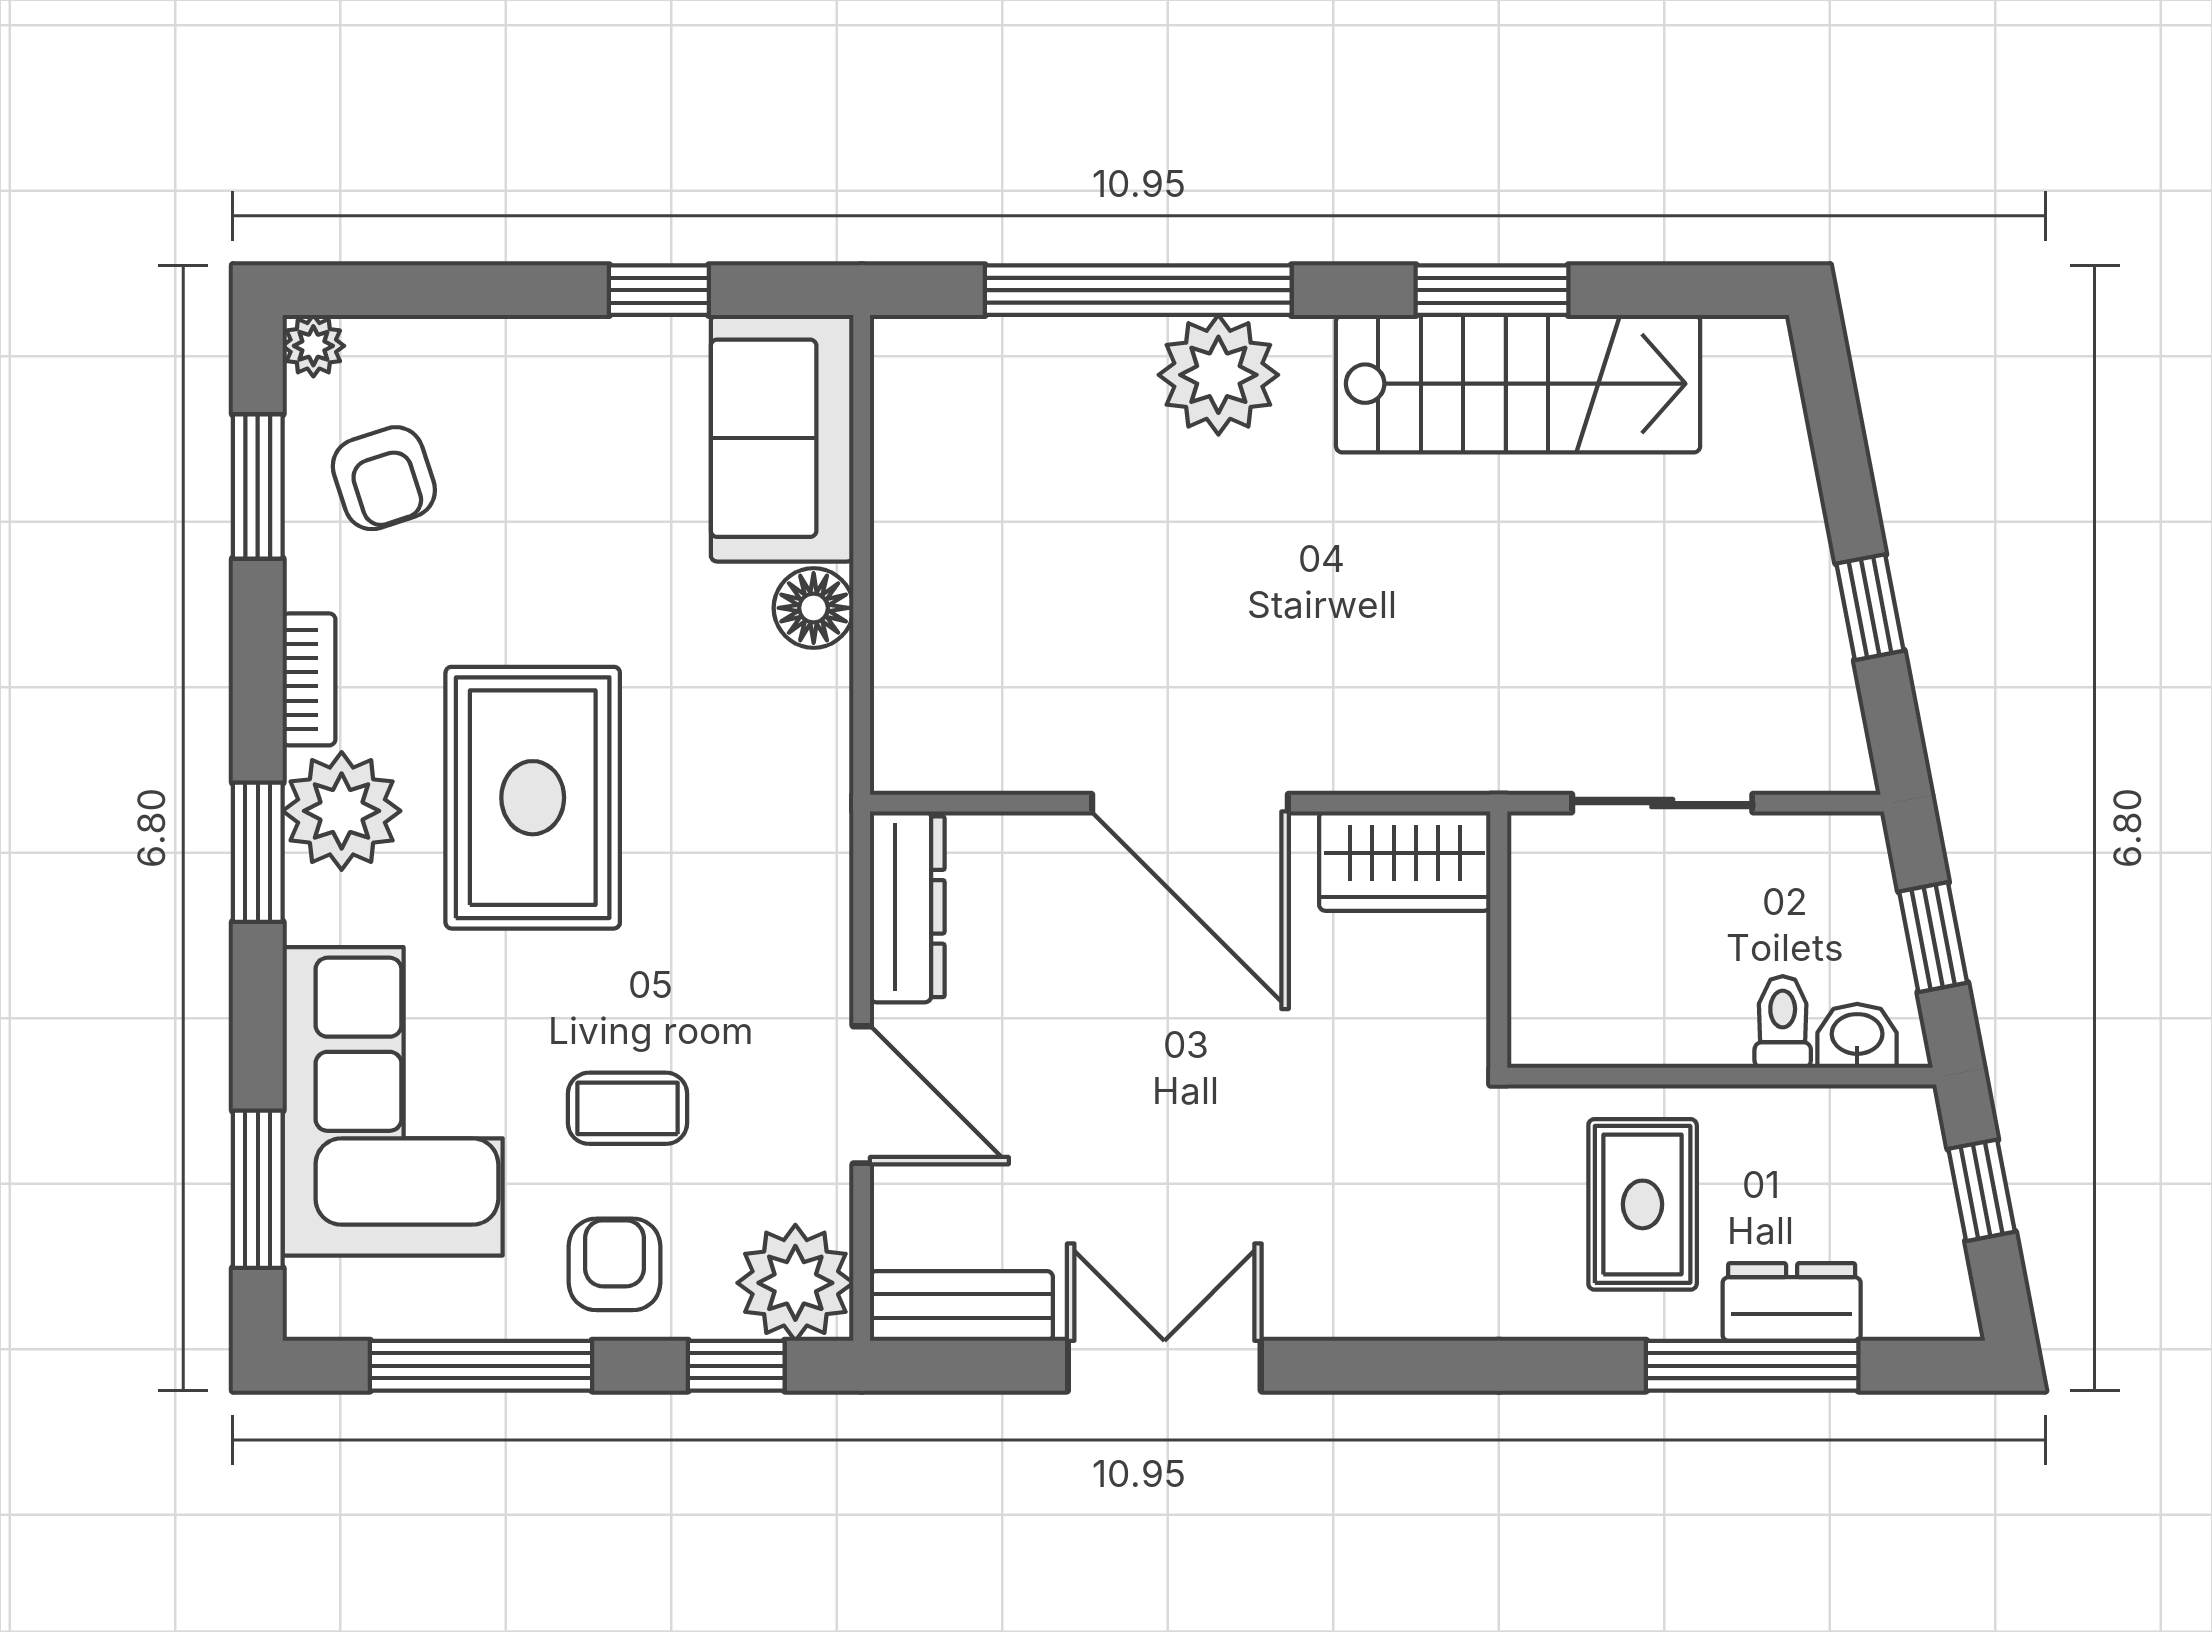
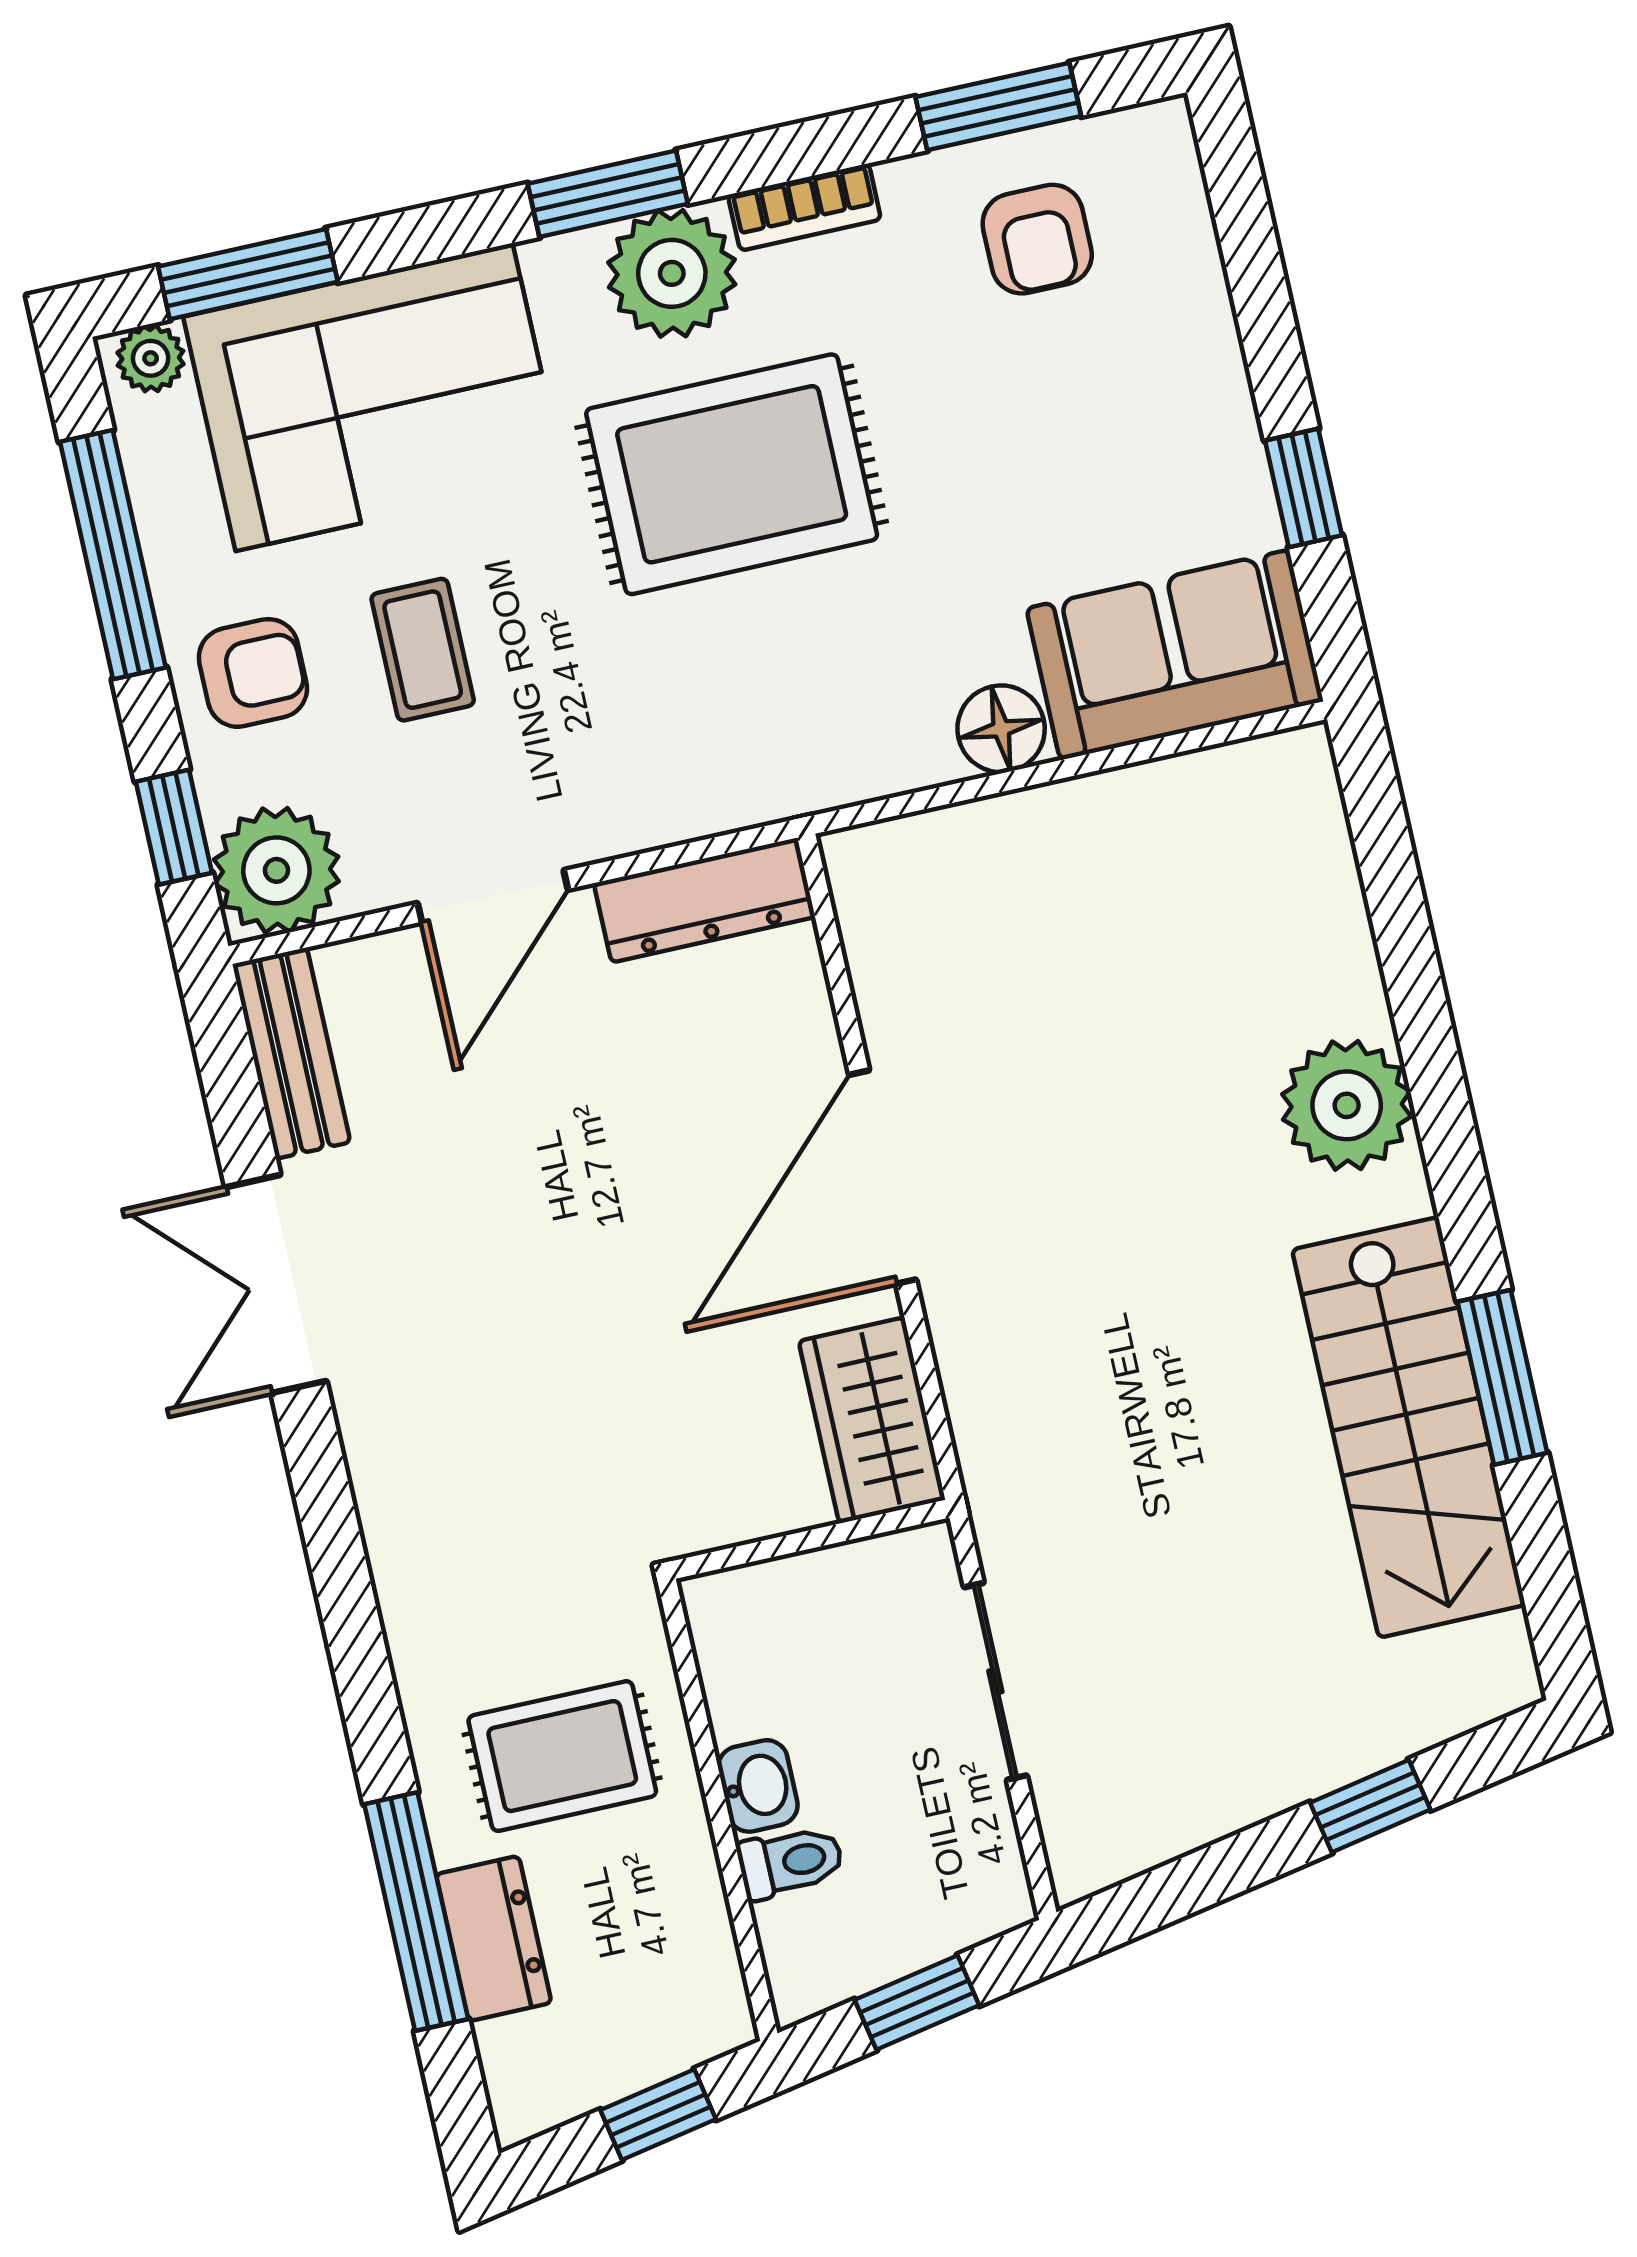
window: (1138, 290) -> (1418, 1000), removed
plant: (313, 346) -> (151, 358), moved
armchair: (384, 478) -> (1037, 239), turned -72
window: (1870, 607) -> (1370, 1806), moved
washbasin: (1857, 1036) -> (758, 1786), moved
double door: (1164, 1366) -> (276, 1284), swing flipped

